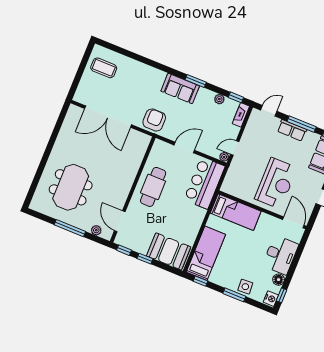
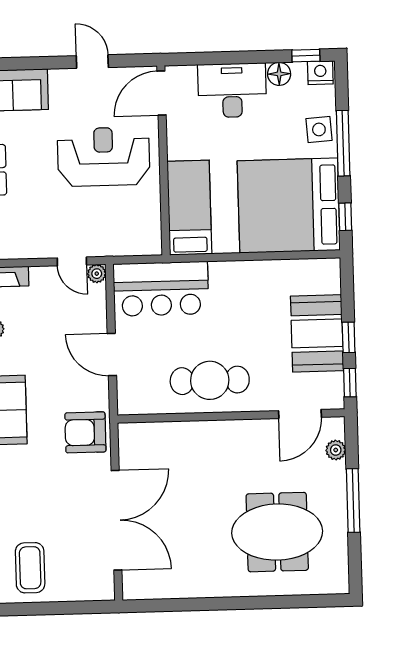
booth: (169, 251) -> (317, 333), moved
bed: (206, 253) -> (289, 206), width x2.04
window: (234, 295) -> (343, 143), width x1.44

